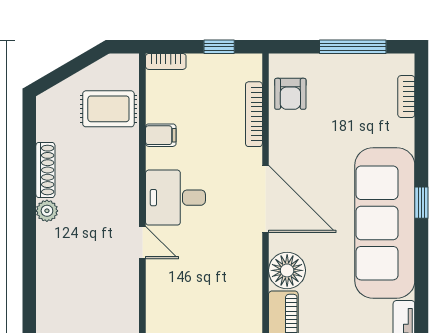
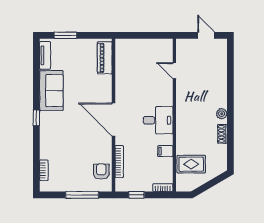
window: (353, 47) -> (82, 195), moved
shoe rack: (45, 170) -> (222, 134), width x0.70
sofa: (385, 223) -> (51, 91), width x0.54, depth x0.79
door: (142, 243) -> (174, 71), moved
floor lamp: (287, 270) -> (103, 84), removed

